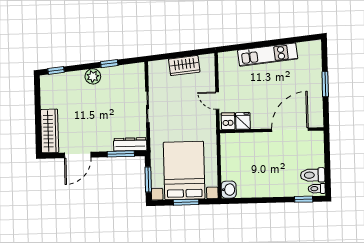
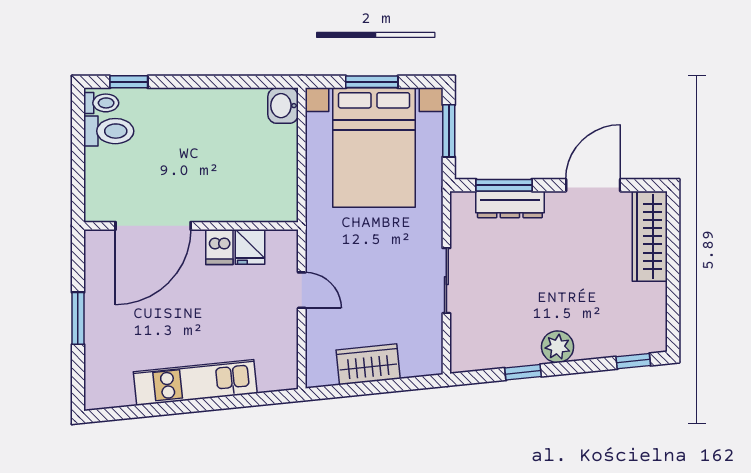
dishwasher: (228, 121) -> (219, 247), moved
dresser: (130, 144) -> (510, 204), moved

